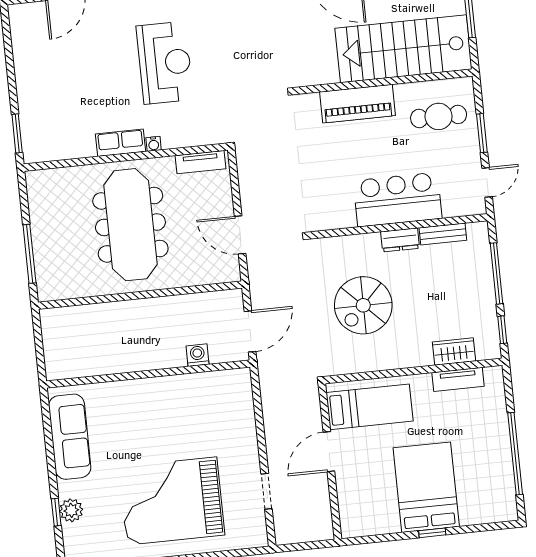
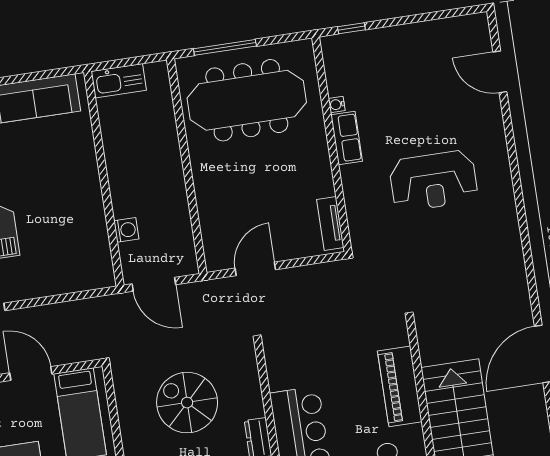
window: (17, 133) -> (351, 28), width x0.67
water cooler: (154, 144) -> (337, 104), moved
meeting table: (130, 225) -> (247, 100), moved
kitchen sink: (56, 355) -> (119, 81), added

